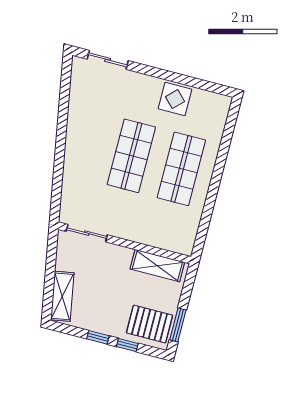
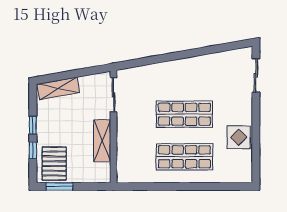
shelving: (157, 266) -> (102, 141), moved

